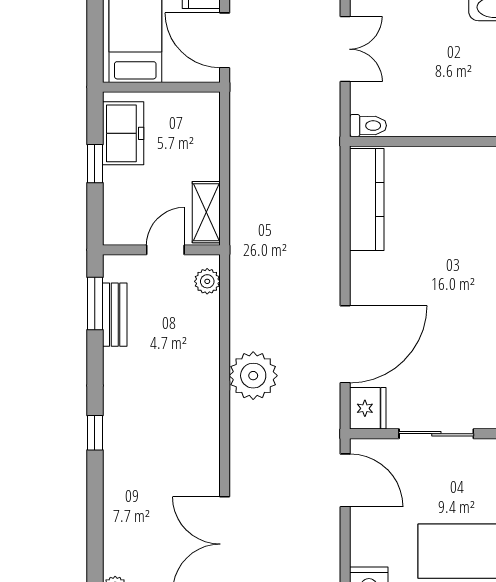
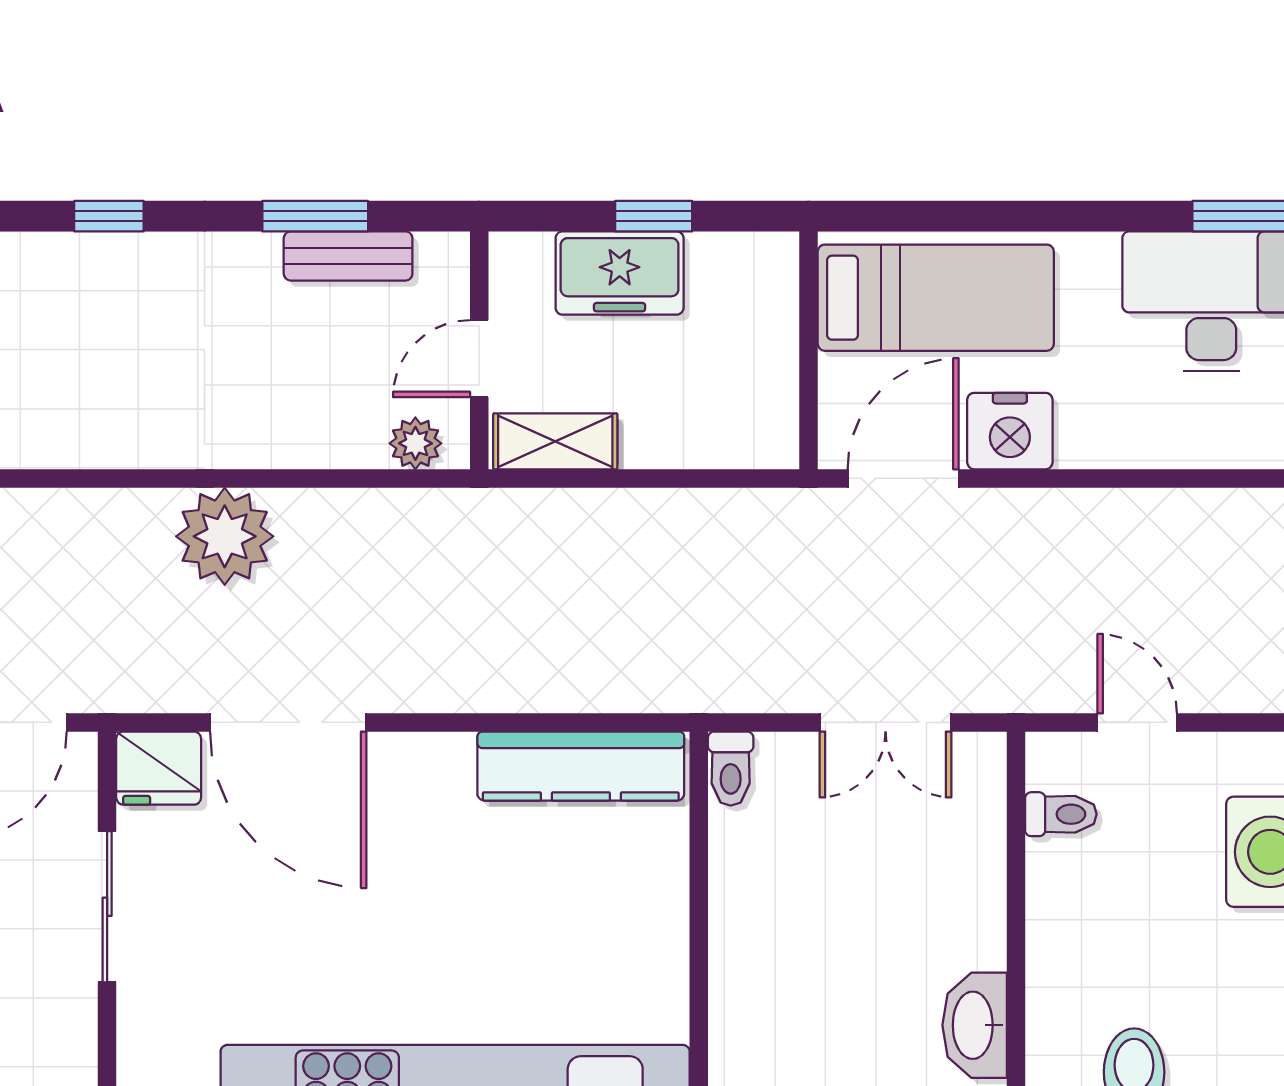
freezer: (123, 133) -> (620, 273), moved
door: (165, 250) -> (479, 359), swing flipped
window: (95, 304) -> (315, 216), moved

